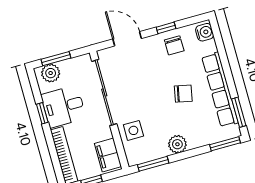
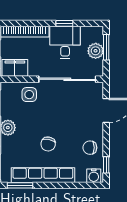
window: (166, 28) -> (106, 165), moved
plant: (51, 73) -> (96, 51), moved

